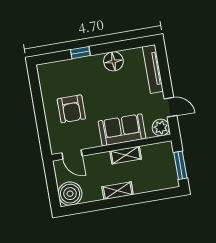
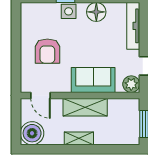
side table: (86, 65) -> (69, 11), added
shelving: (126, 155) -> (85, 107), width x1.50, depth x1.33

